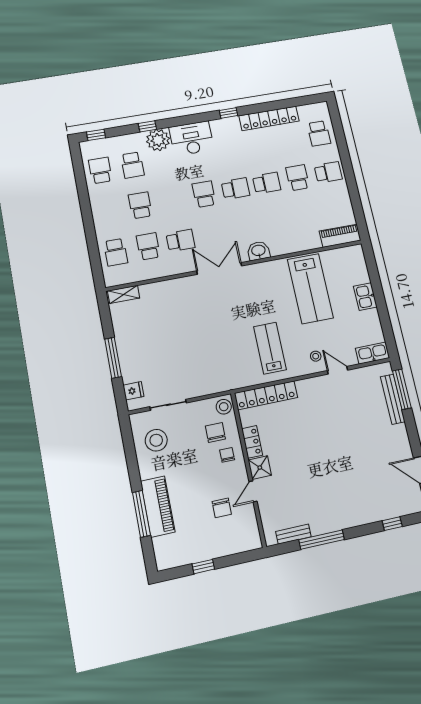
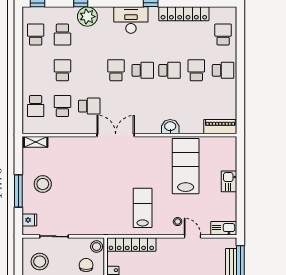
school desk: (319, 133) -> (223, 35), turned 180
desk: (191, 138) -> (131, 20), moved
washbasin: (258, 251) -> (170, 127), moved
lab bench: (310, 289) -> (186, 166), turned 180
stool: (142, 343) -> (43, 184), added

